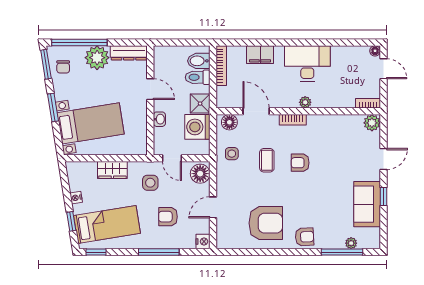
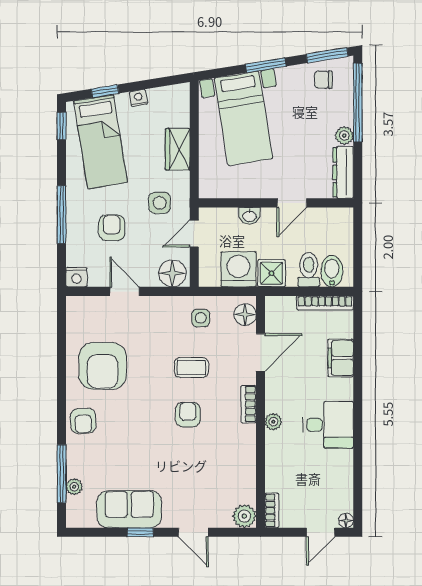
plant: (97, 58) -> (344, 136), width x0.53, depth x0.53
desk: (307, 64) -> (328, 425), width x0.73

